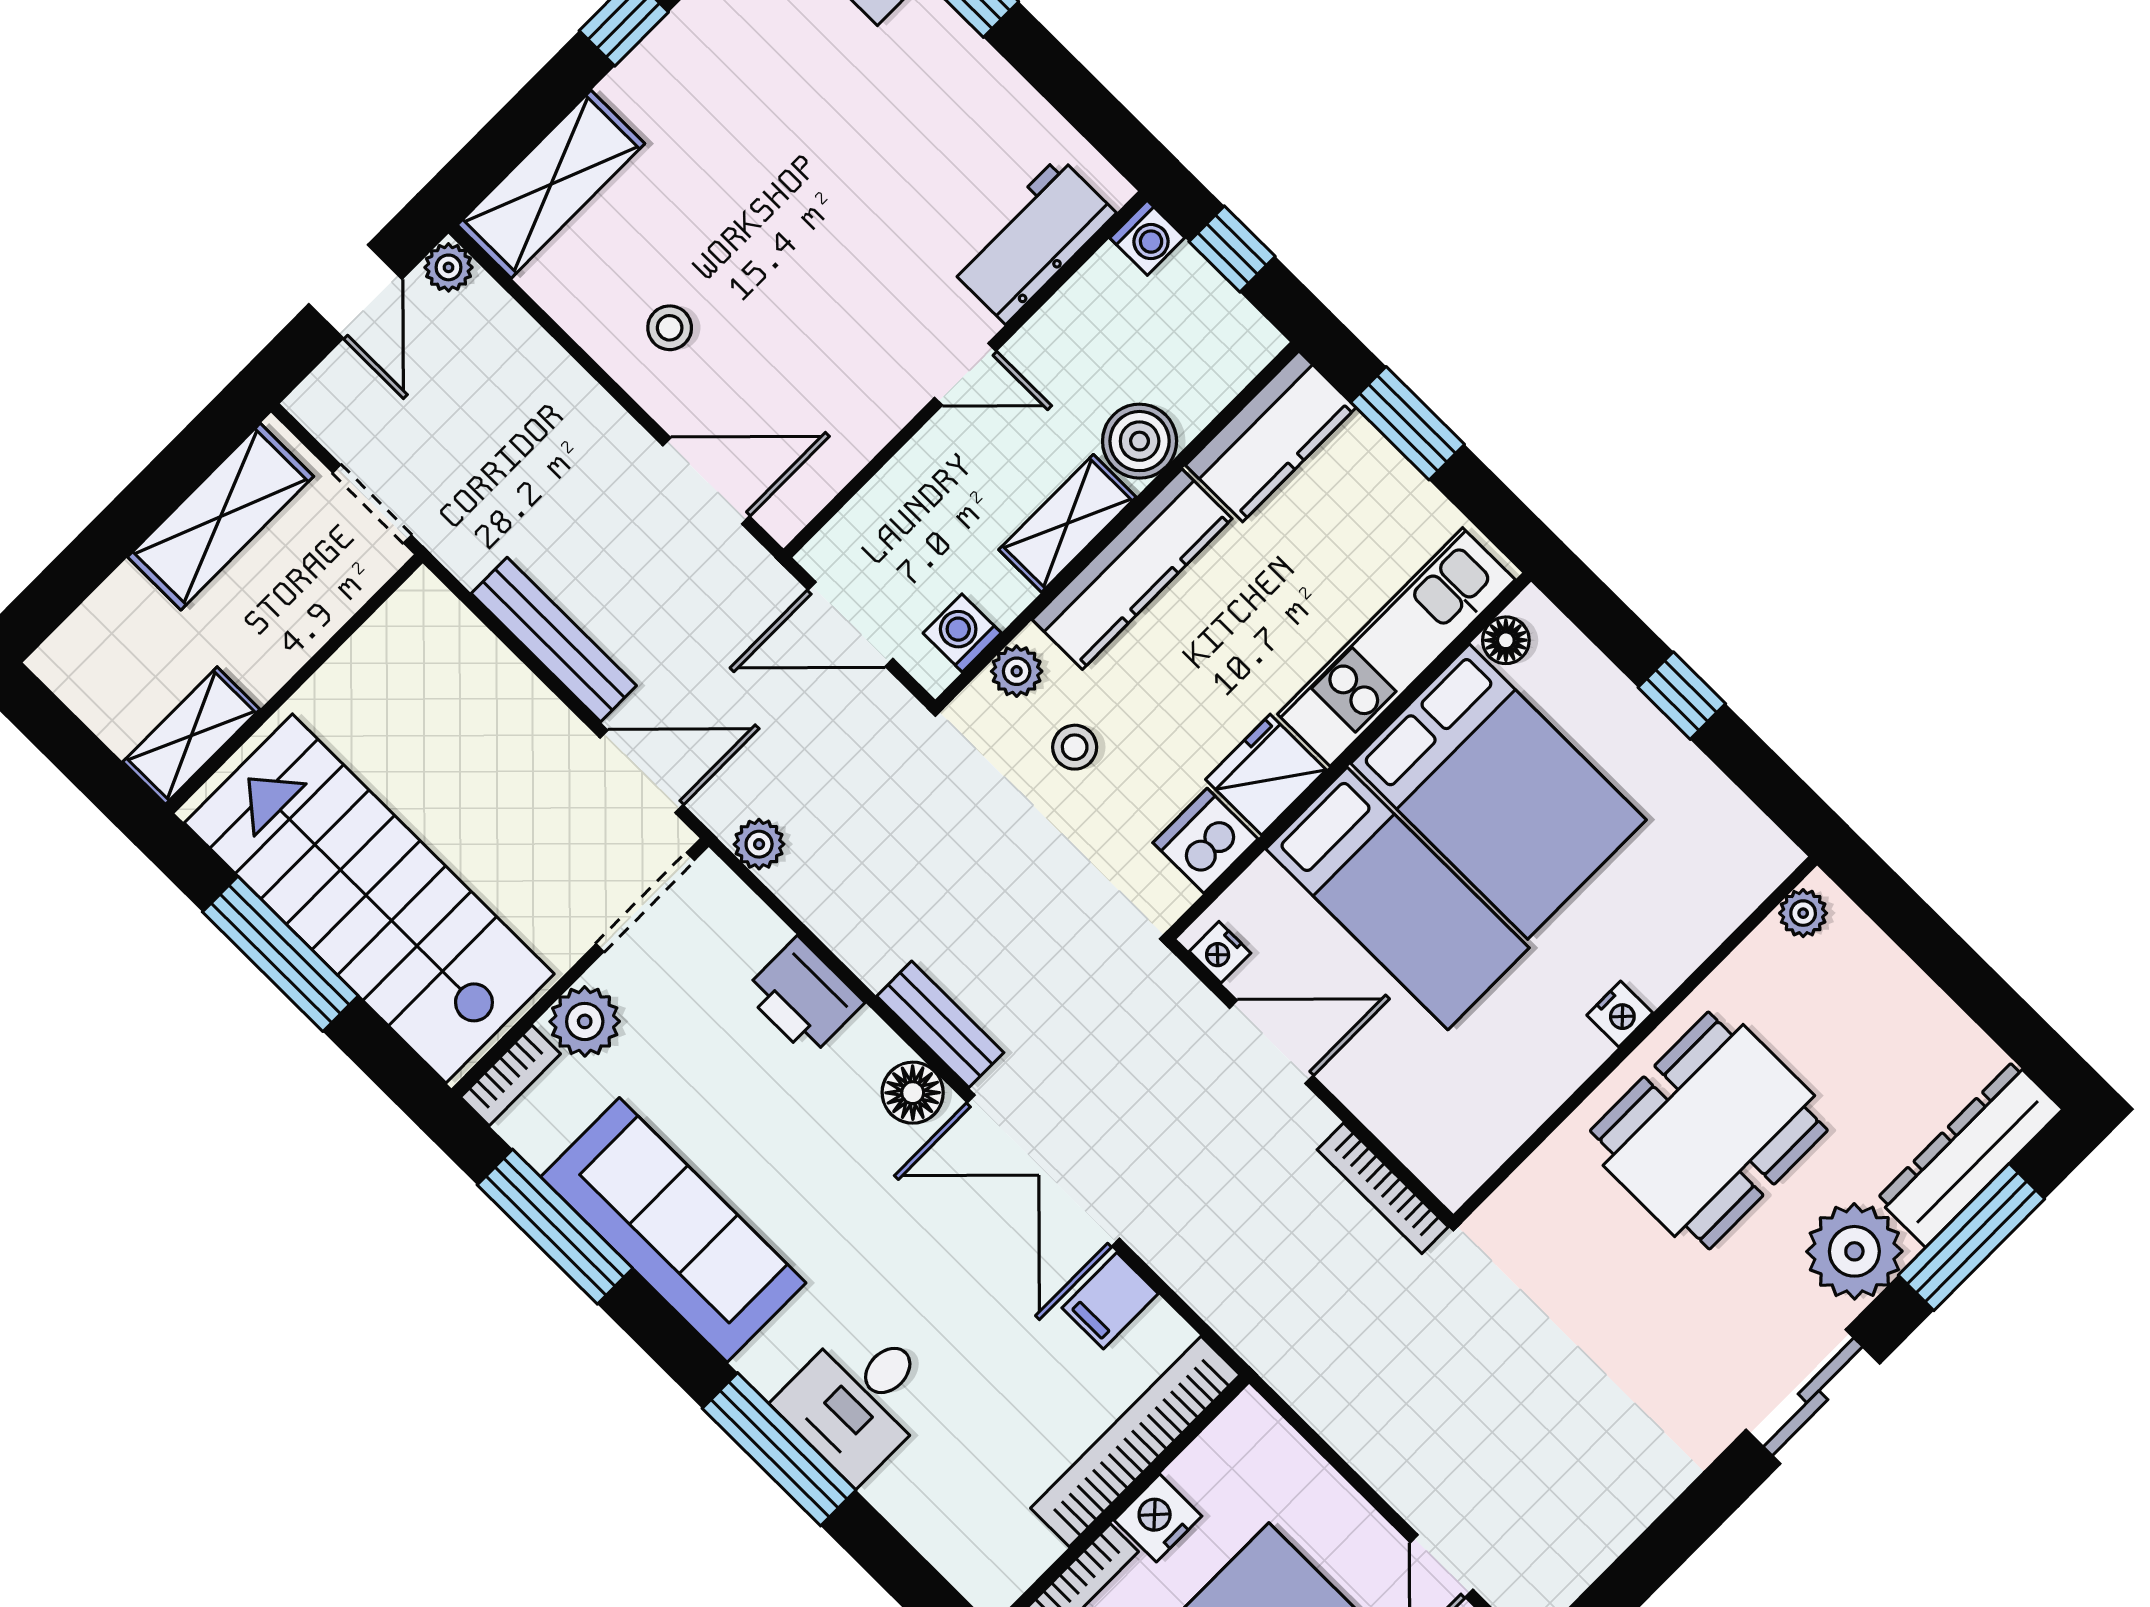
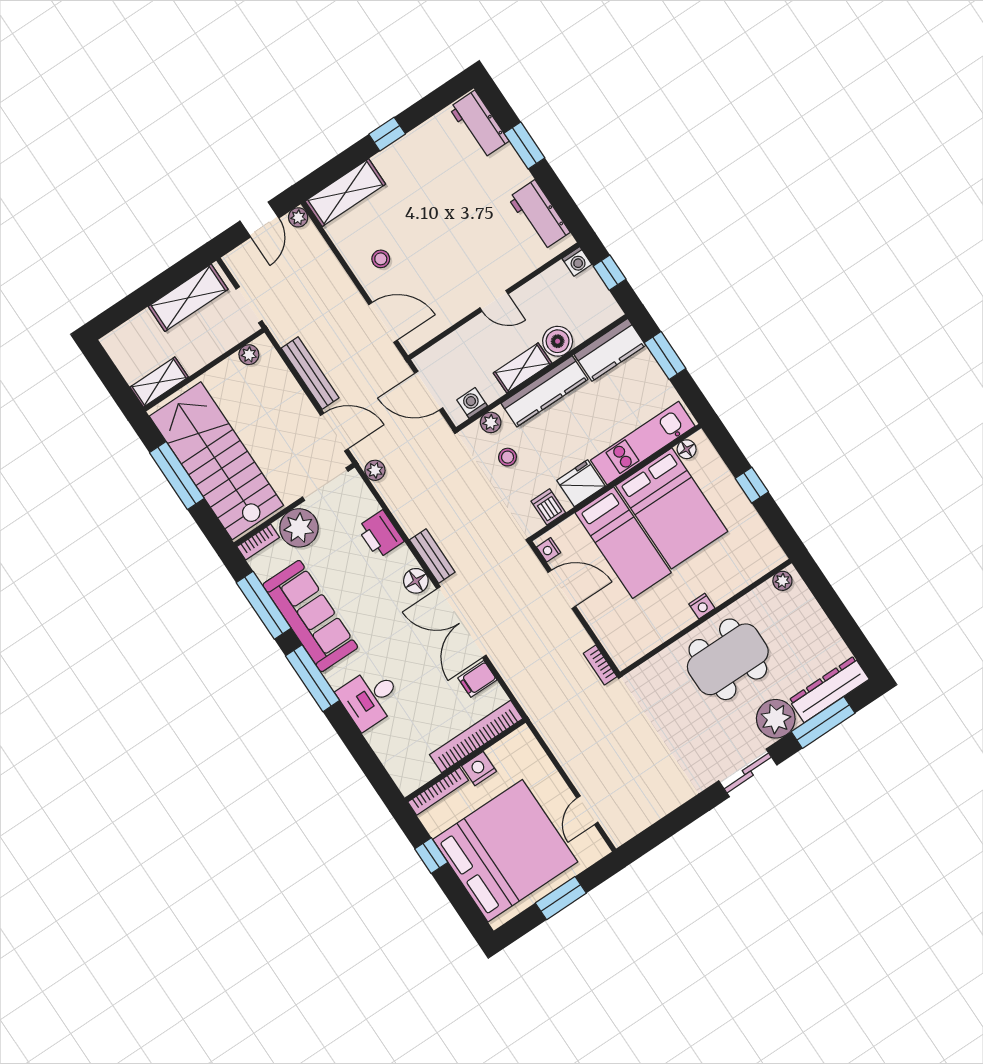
workbench: (1032, 240) -> (539, 215), moved, turned -90
plant: (396, 625) -> (249, 355), added
dishwasher: (1205, 841) -> (548, 507), width x0.73
plant: (585, 1021) -> (299, 528), width x1.36, depth x1.36
bookcase: (1383, 1188) -> (600, 665), width x0.64
window: (779, 1449) -> (312, 678), moved

